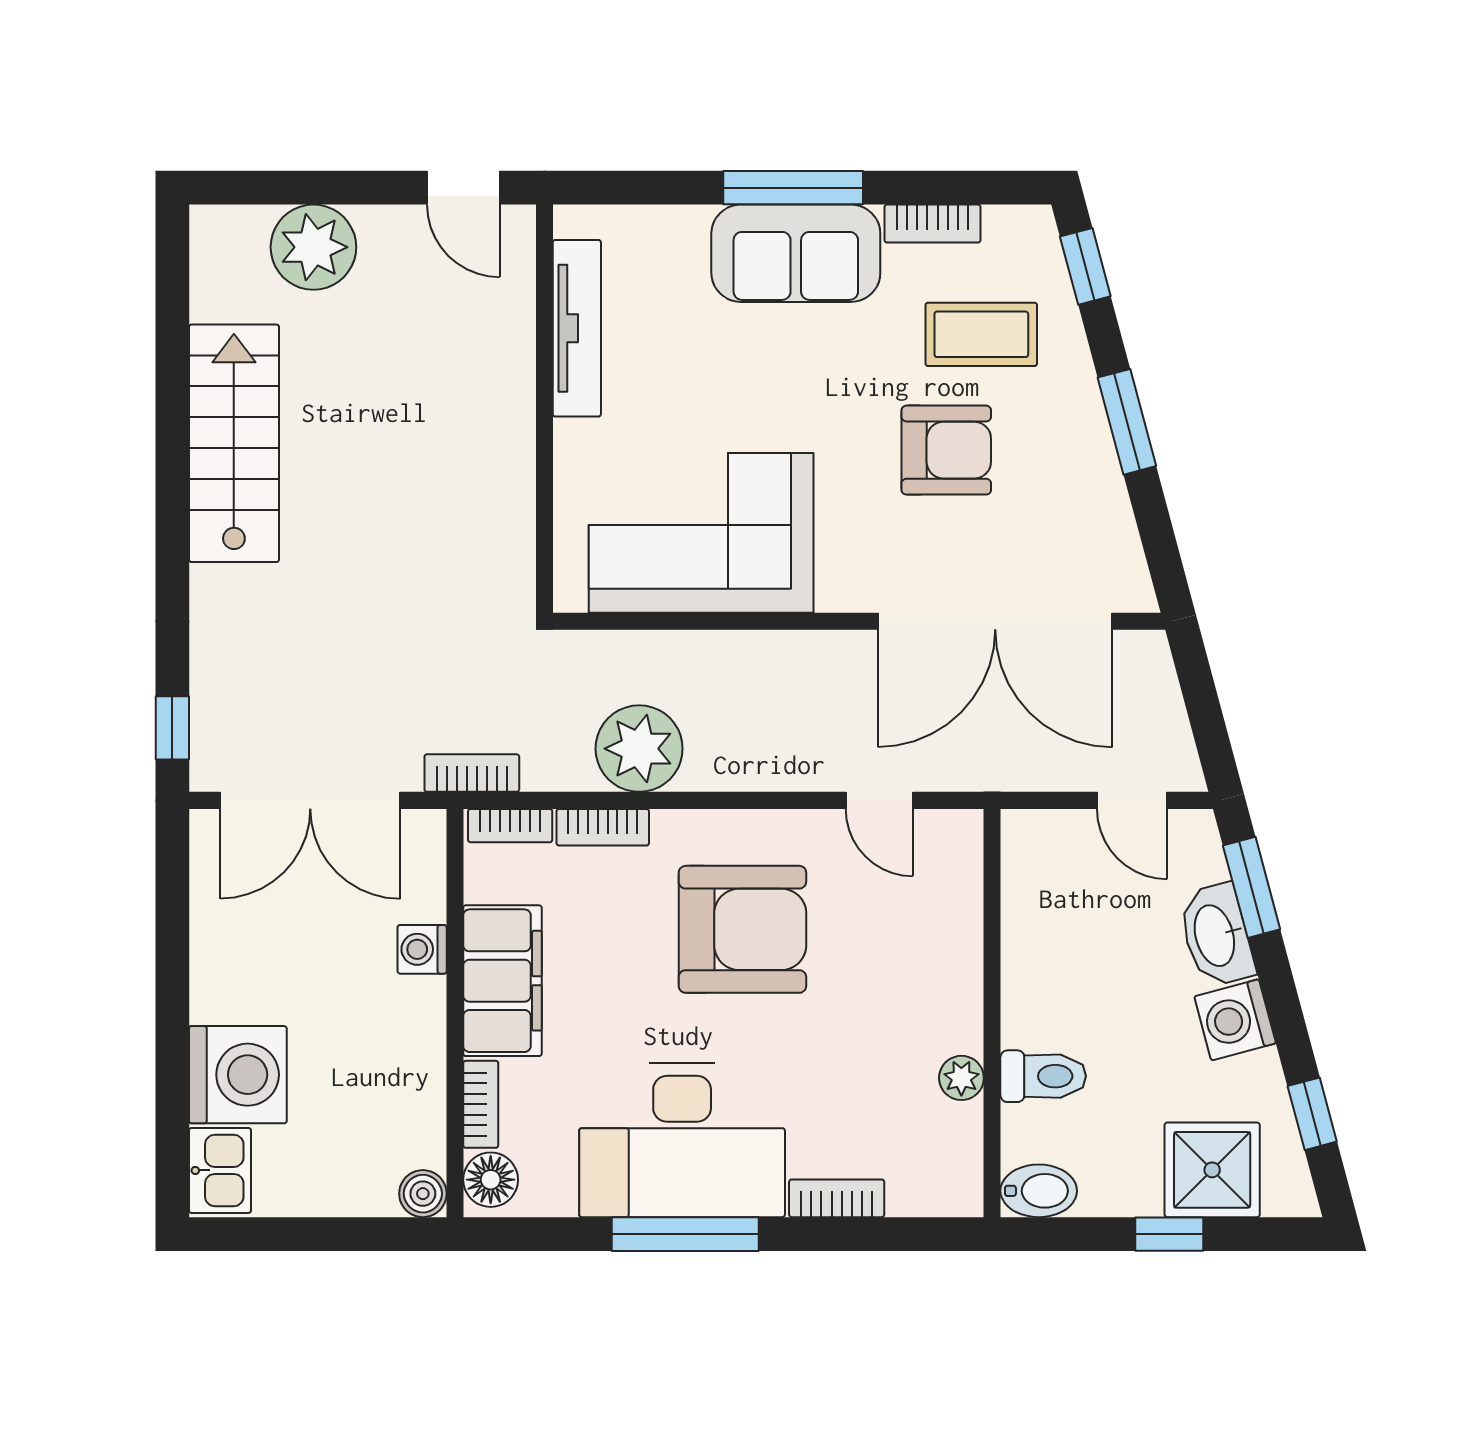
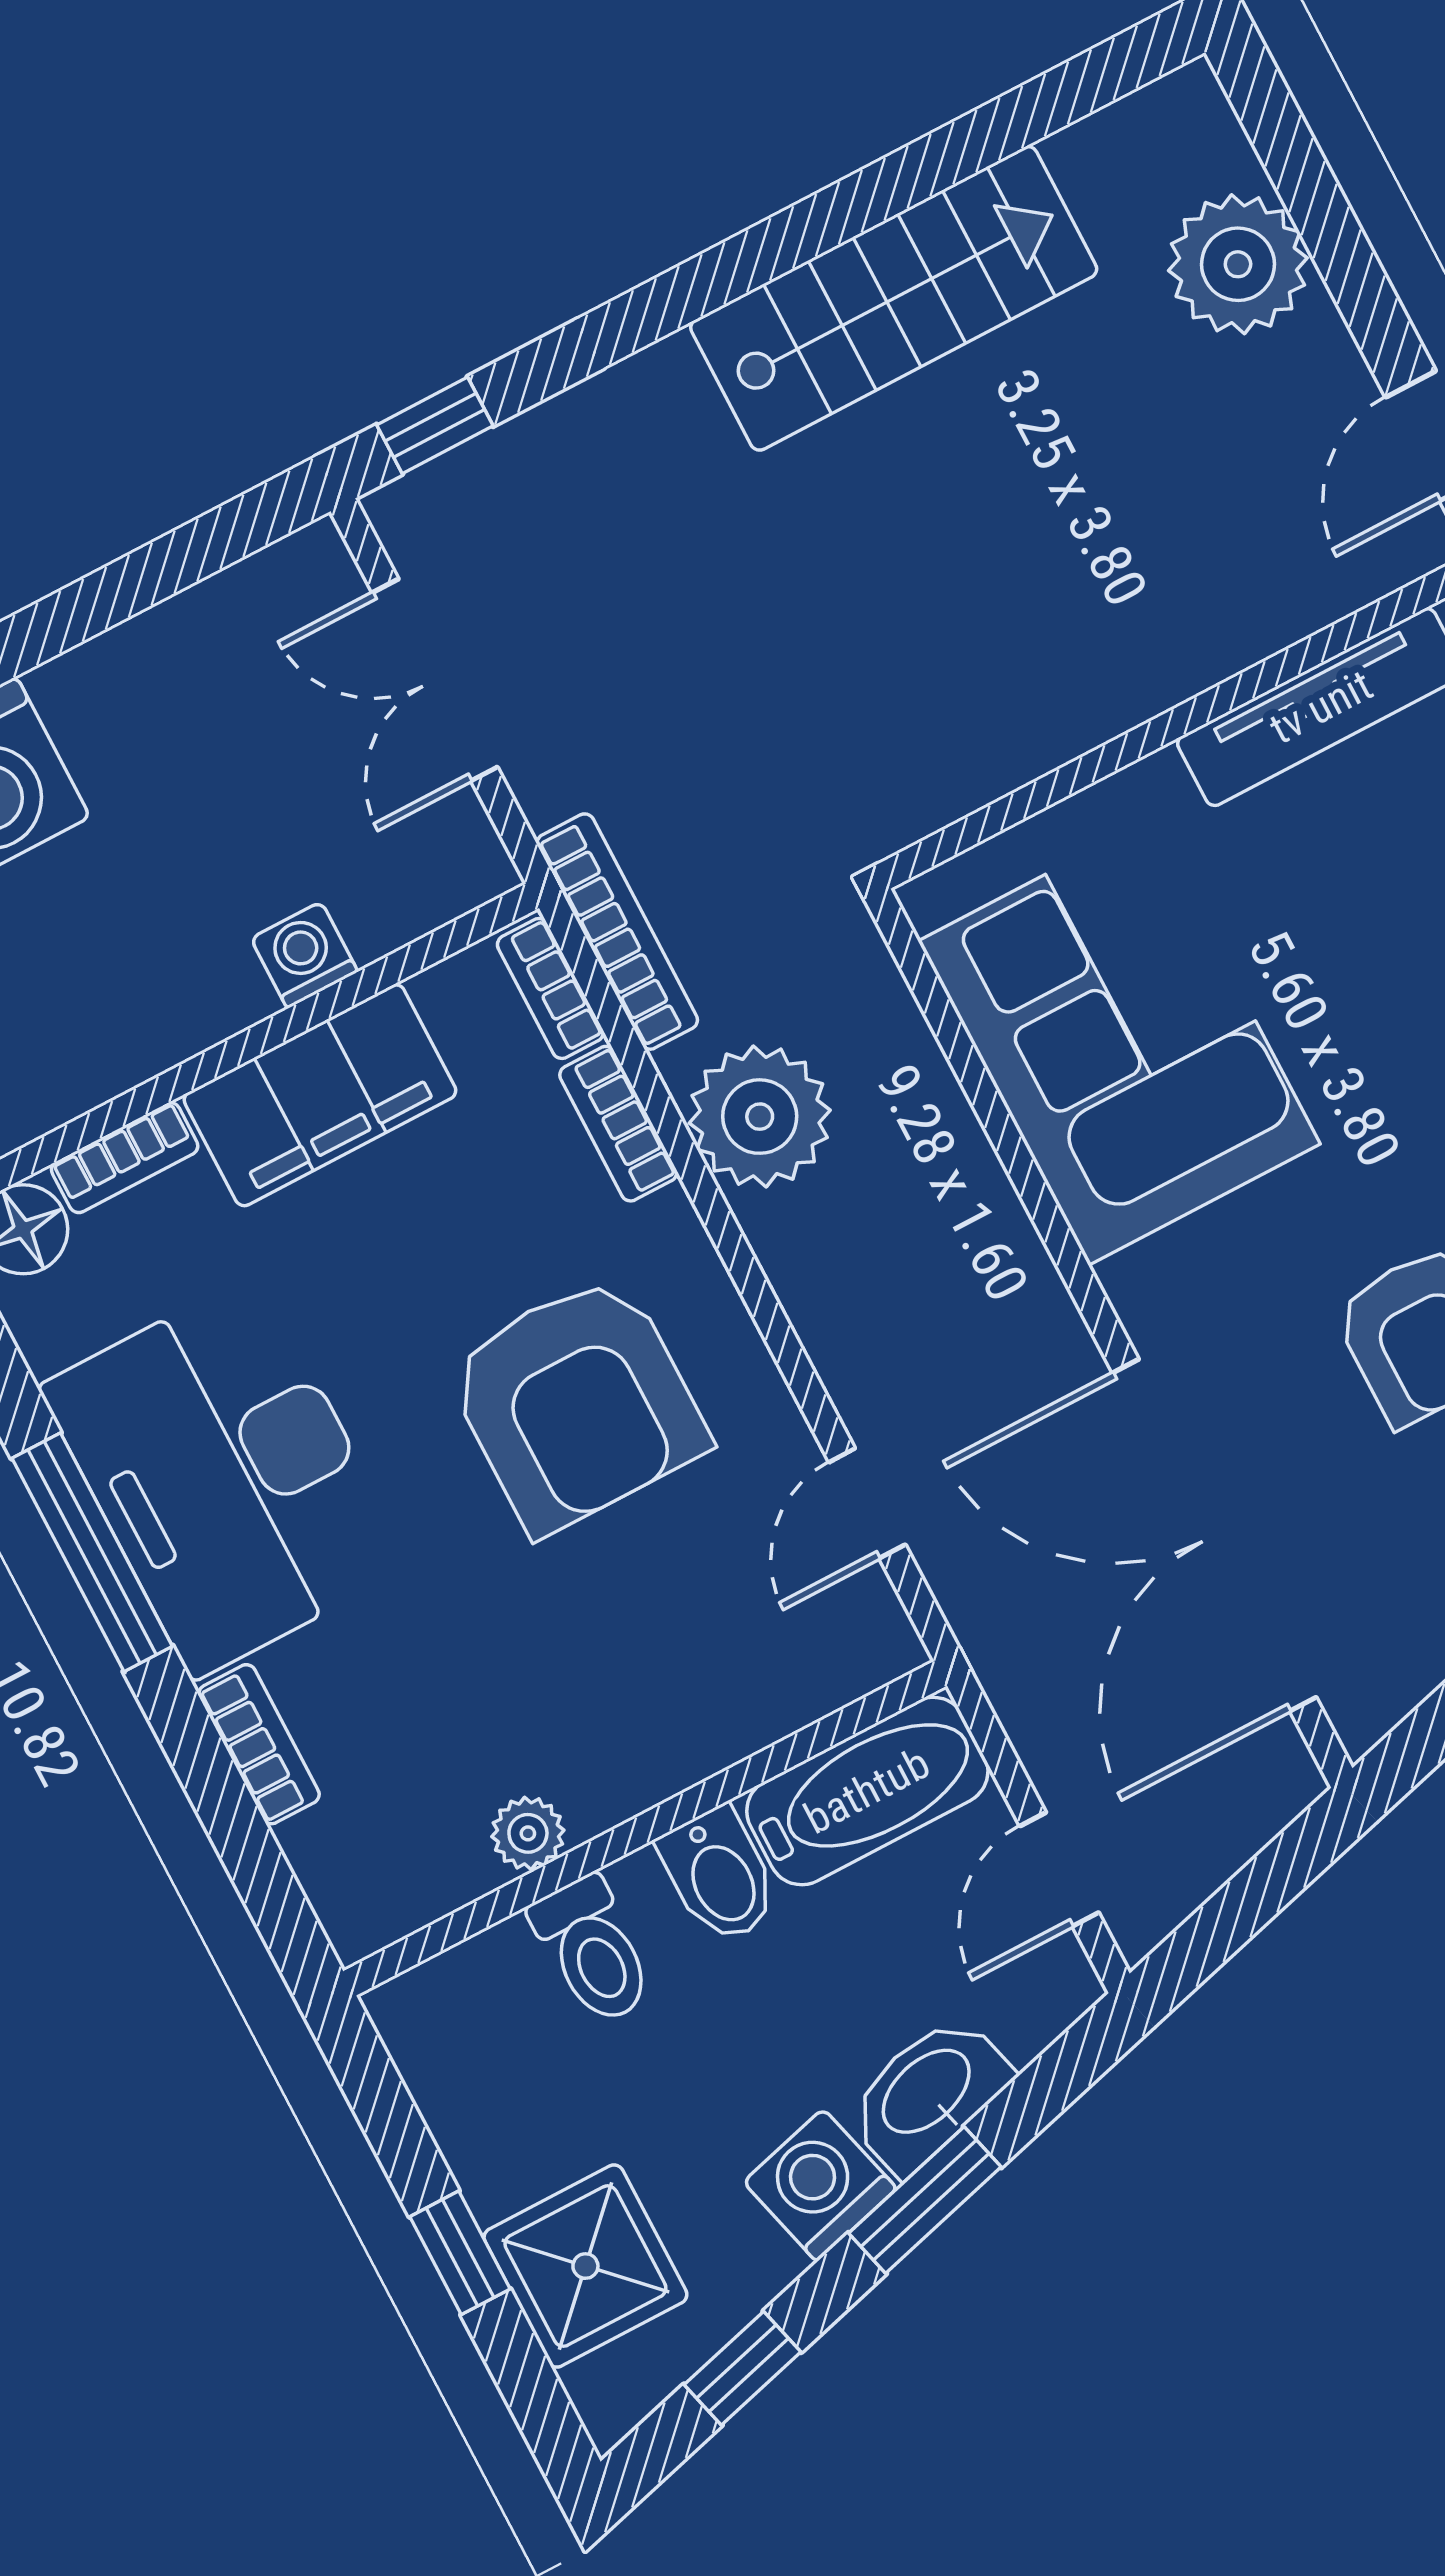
bookcase: (472, 773) -> (617, 932), width x1.56
double door: (310, 800) -> (435, 680), width x0.73
bathtub: (1035, 882) -> (867, 1791), added
window: (1252, 887) -> (925, 2200), moved
bidet: (1039, 1191) -> (719, 1876), moved

